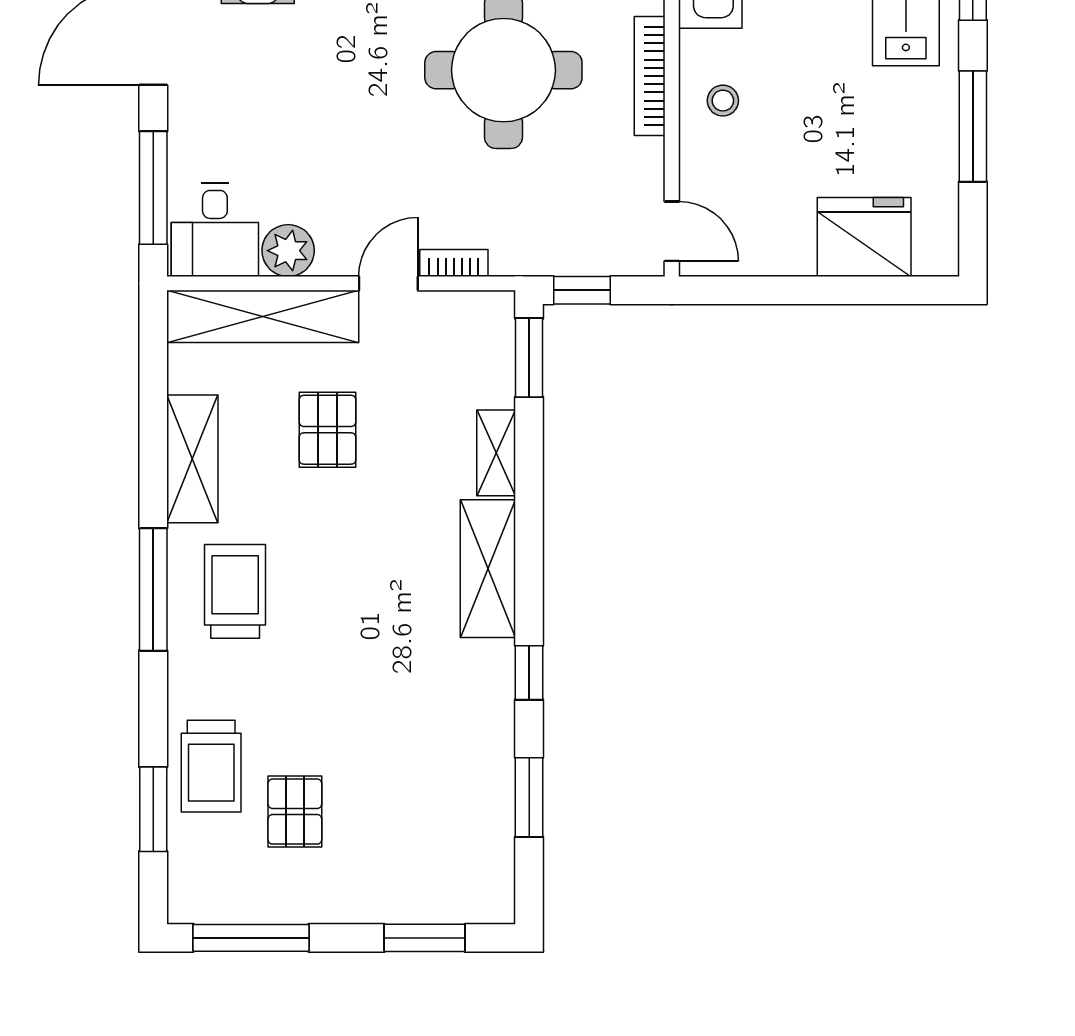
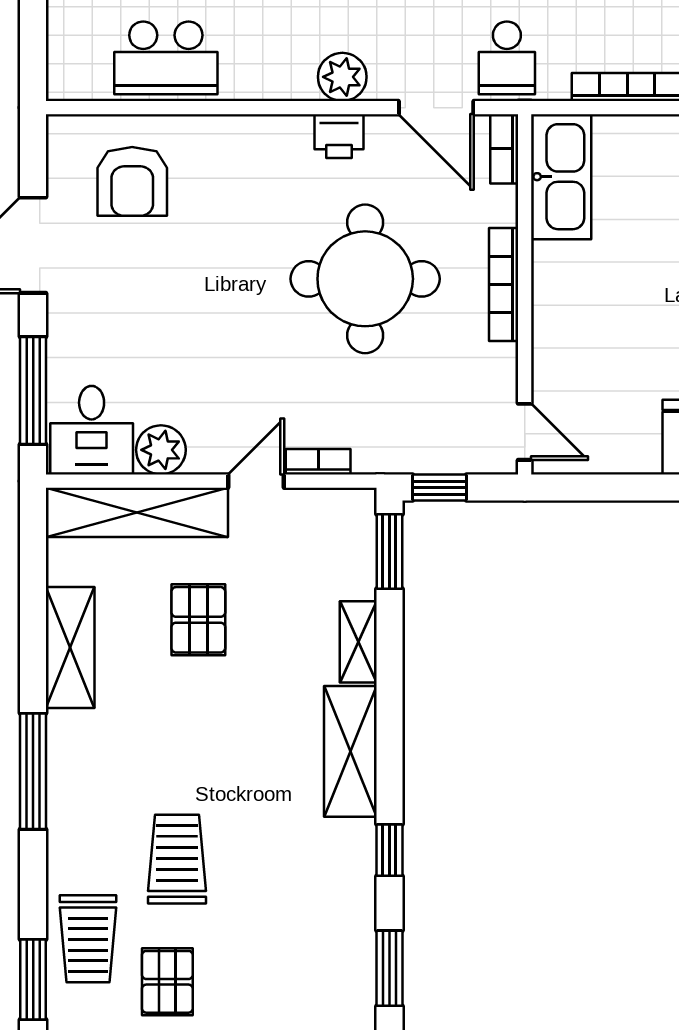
stool: (723, 101) -> (573, 308), removed
trolley: (235, 591) -> (177, 859), moved

